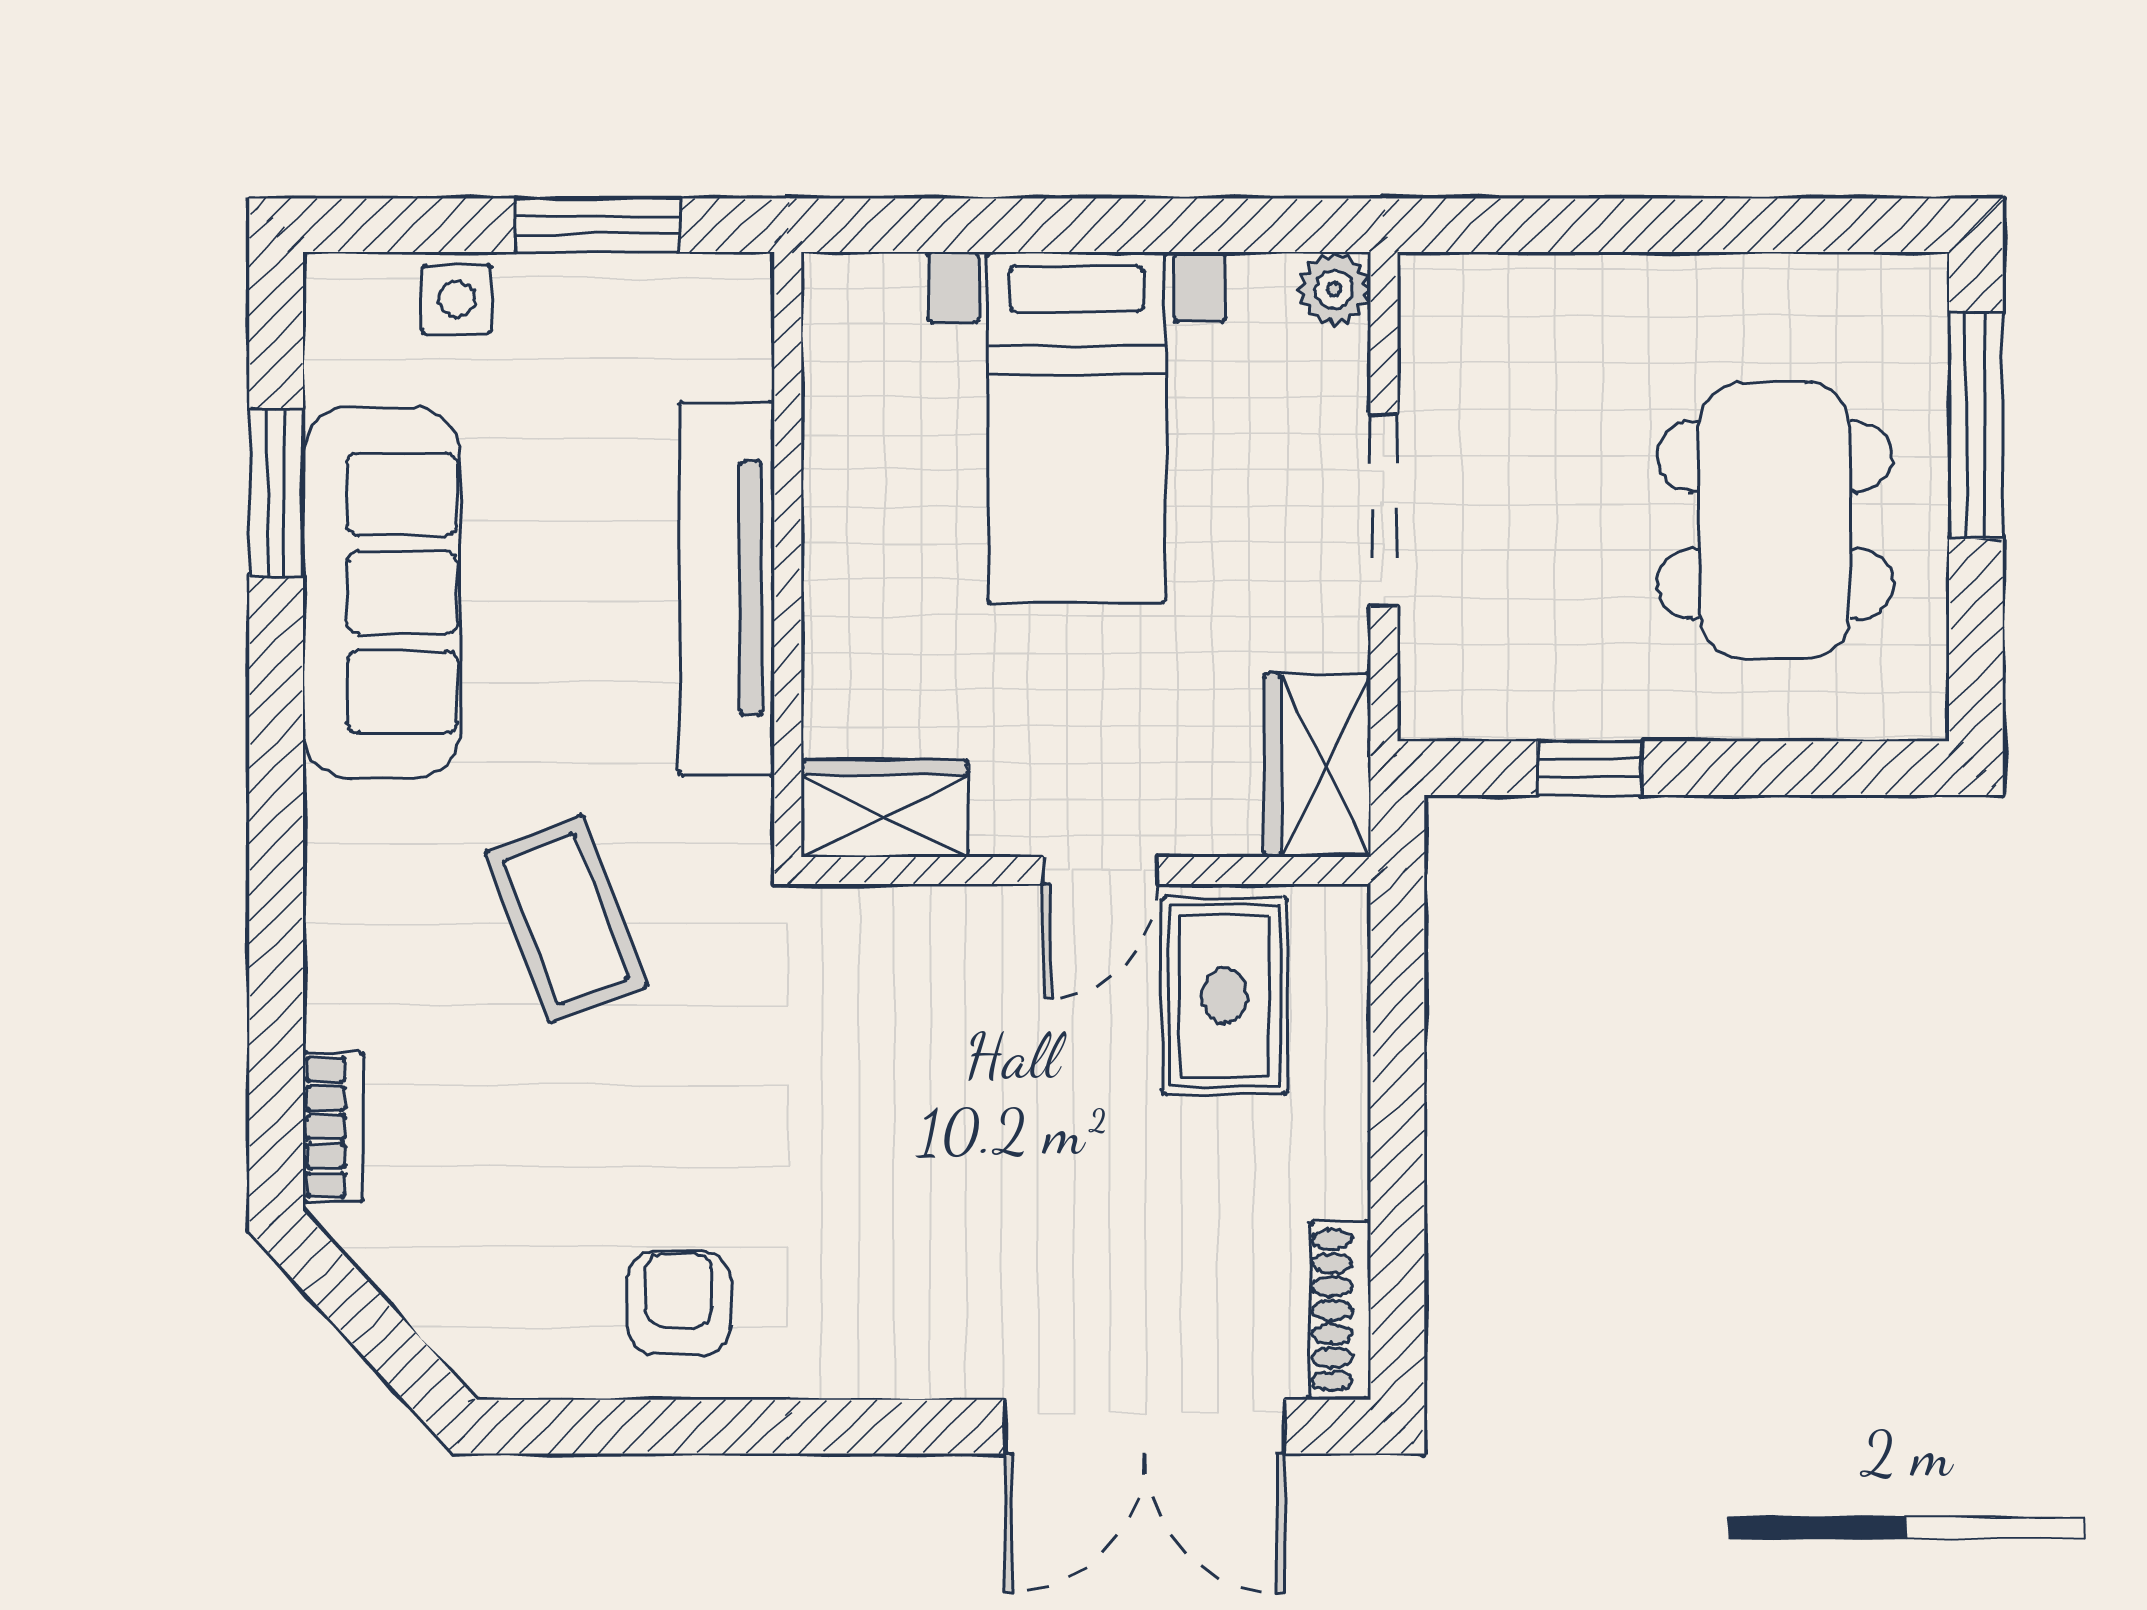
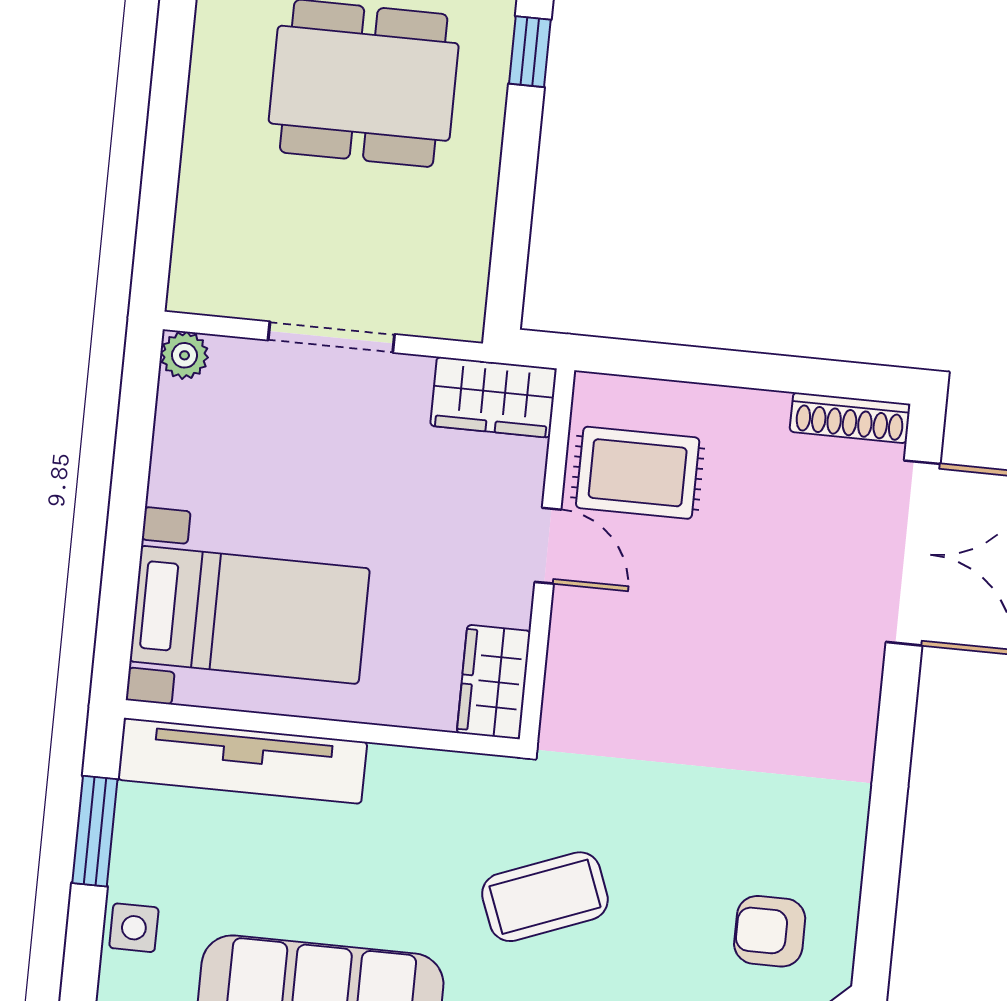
bed with nightstands: (1076, 428) -> (250, 615), moved
tv unit: (727, 588) -> (242, 761), moved
window: (1590, 768) -> (530, 52), moved
armchair: (679, 1303) -> (770, 931), moved

